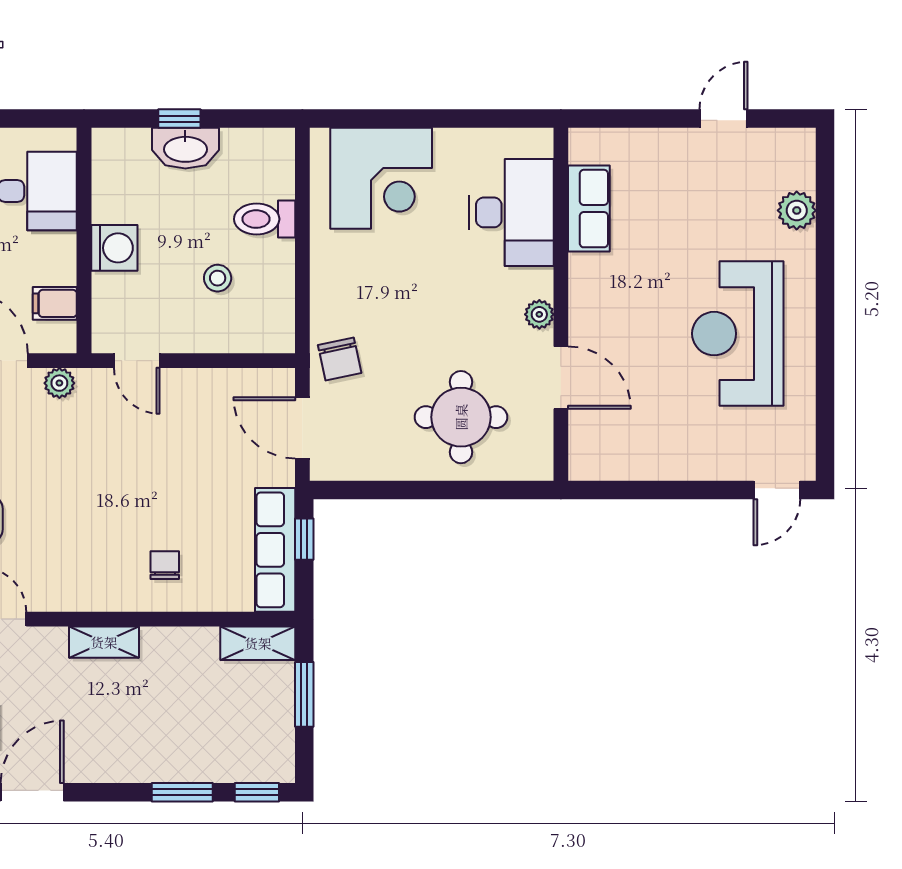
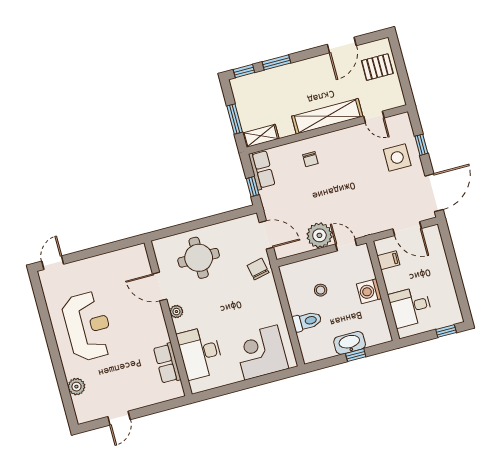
plant: (59, 383) -> (319, 235), moved, width x1.87, depth x1.87
row of seats: (275, 550) -> (262, 170), width x0.68
shelving: (104, 642) -> (327, 116), width x2.20, depth x1.33

